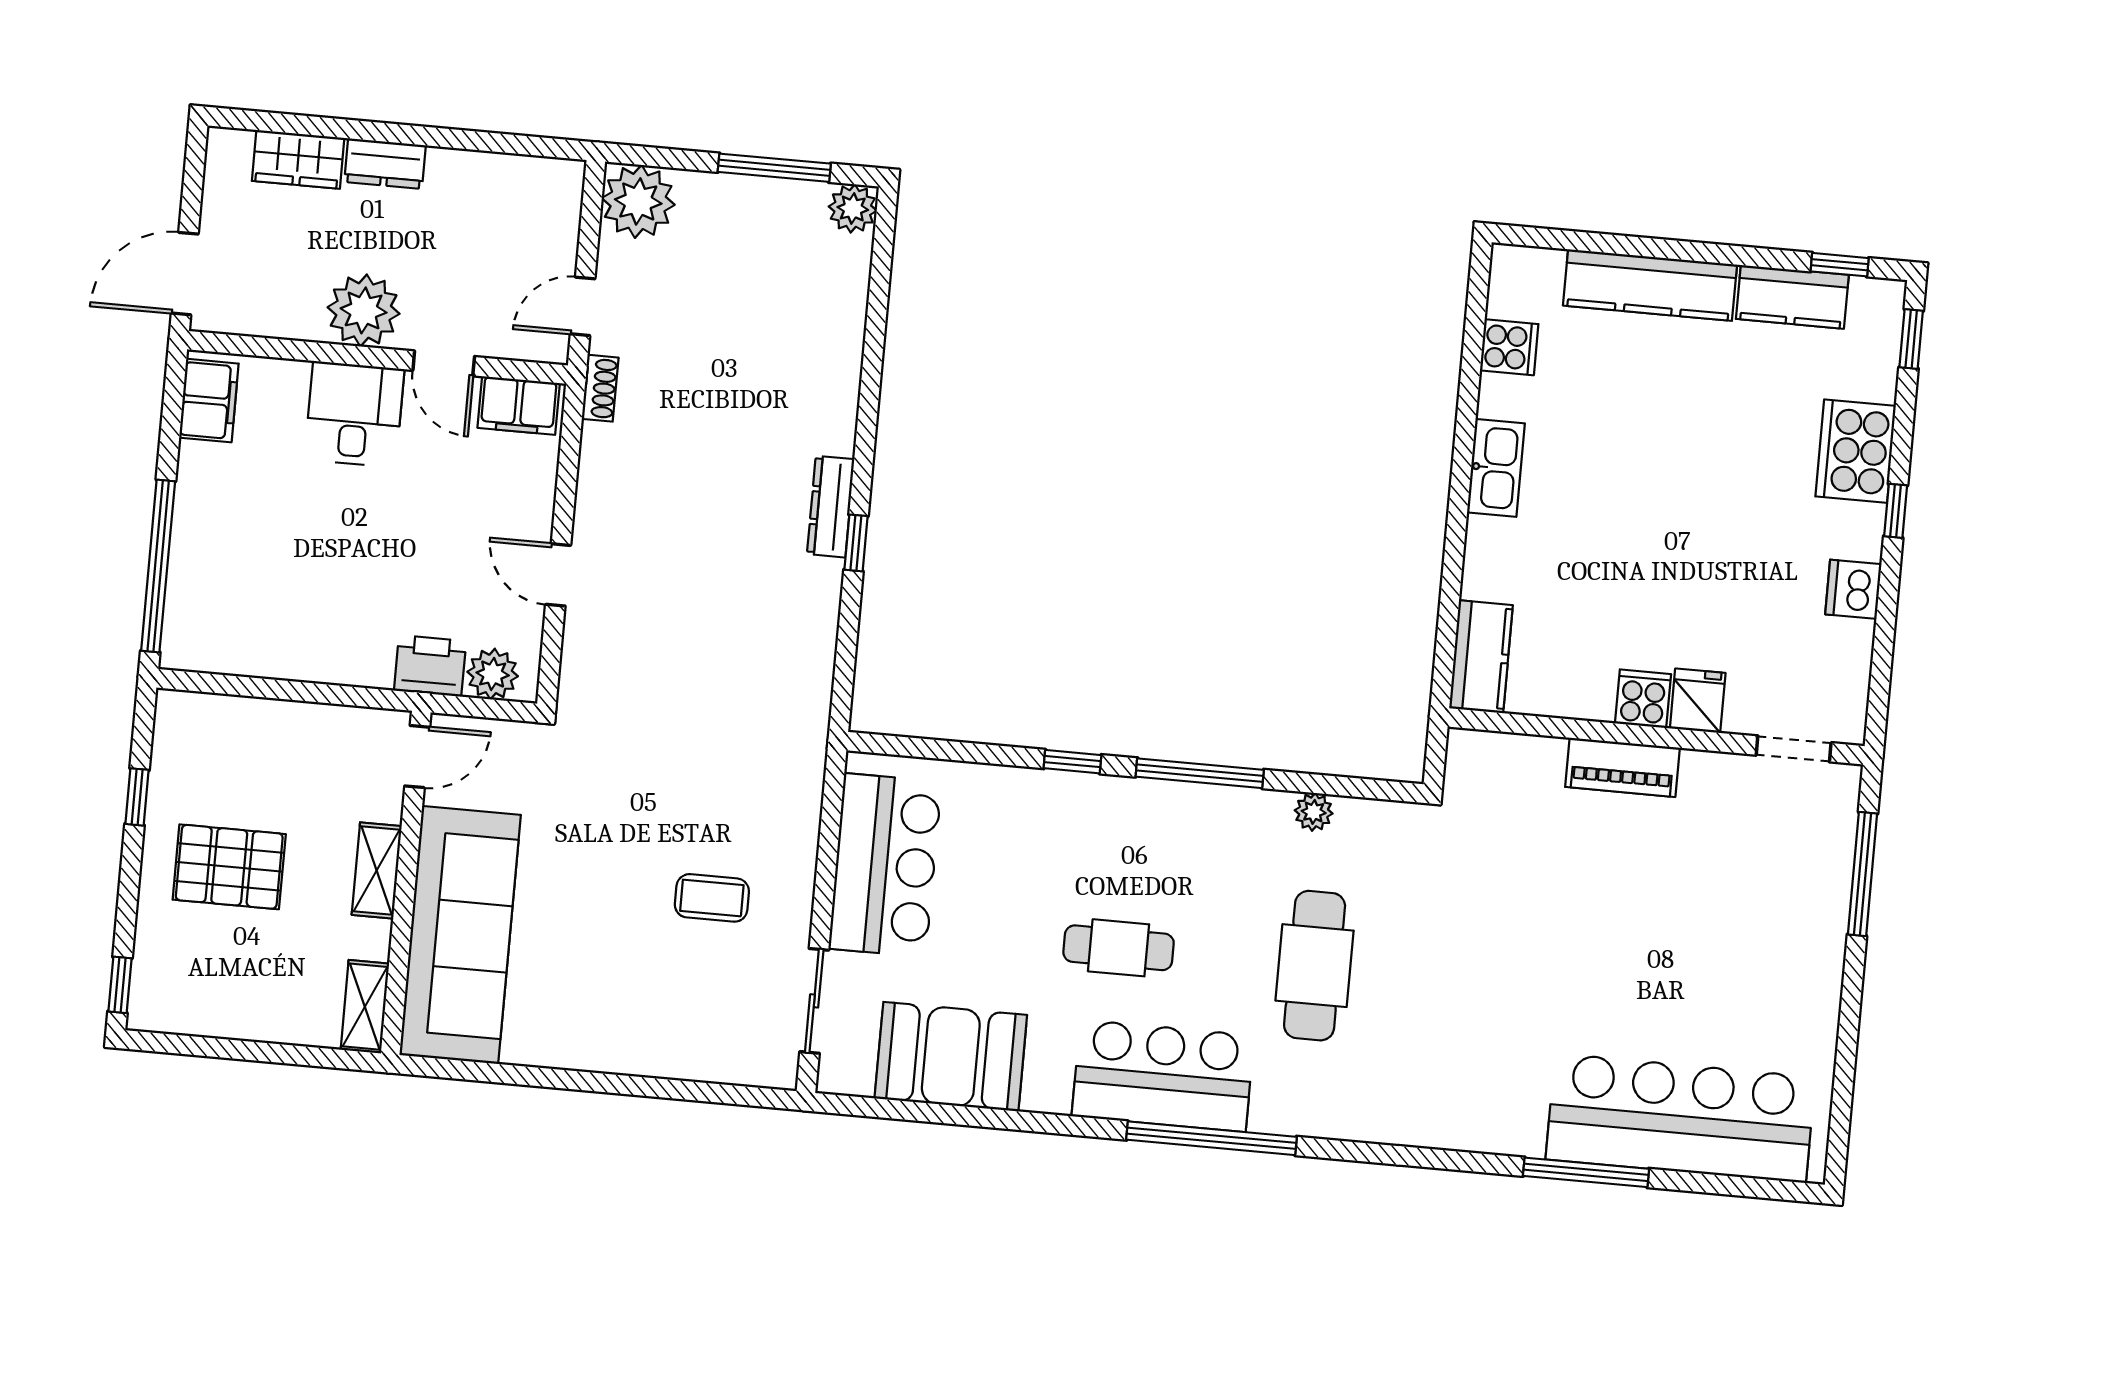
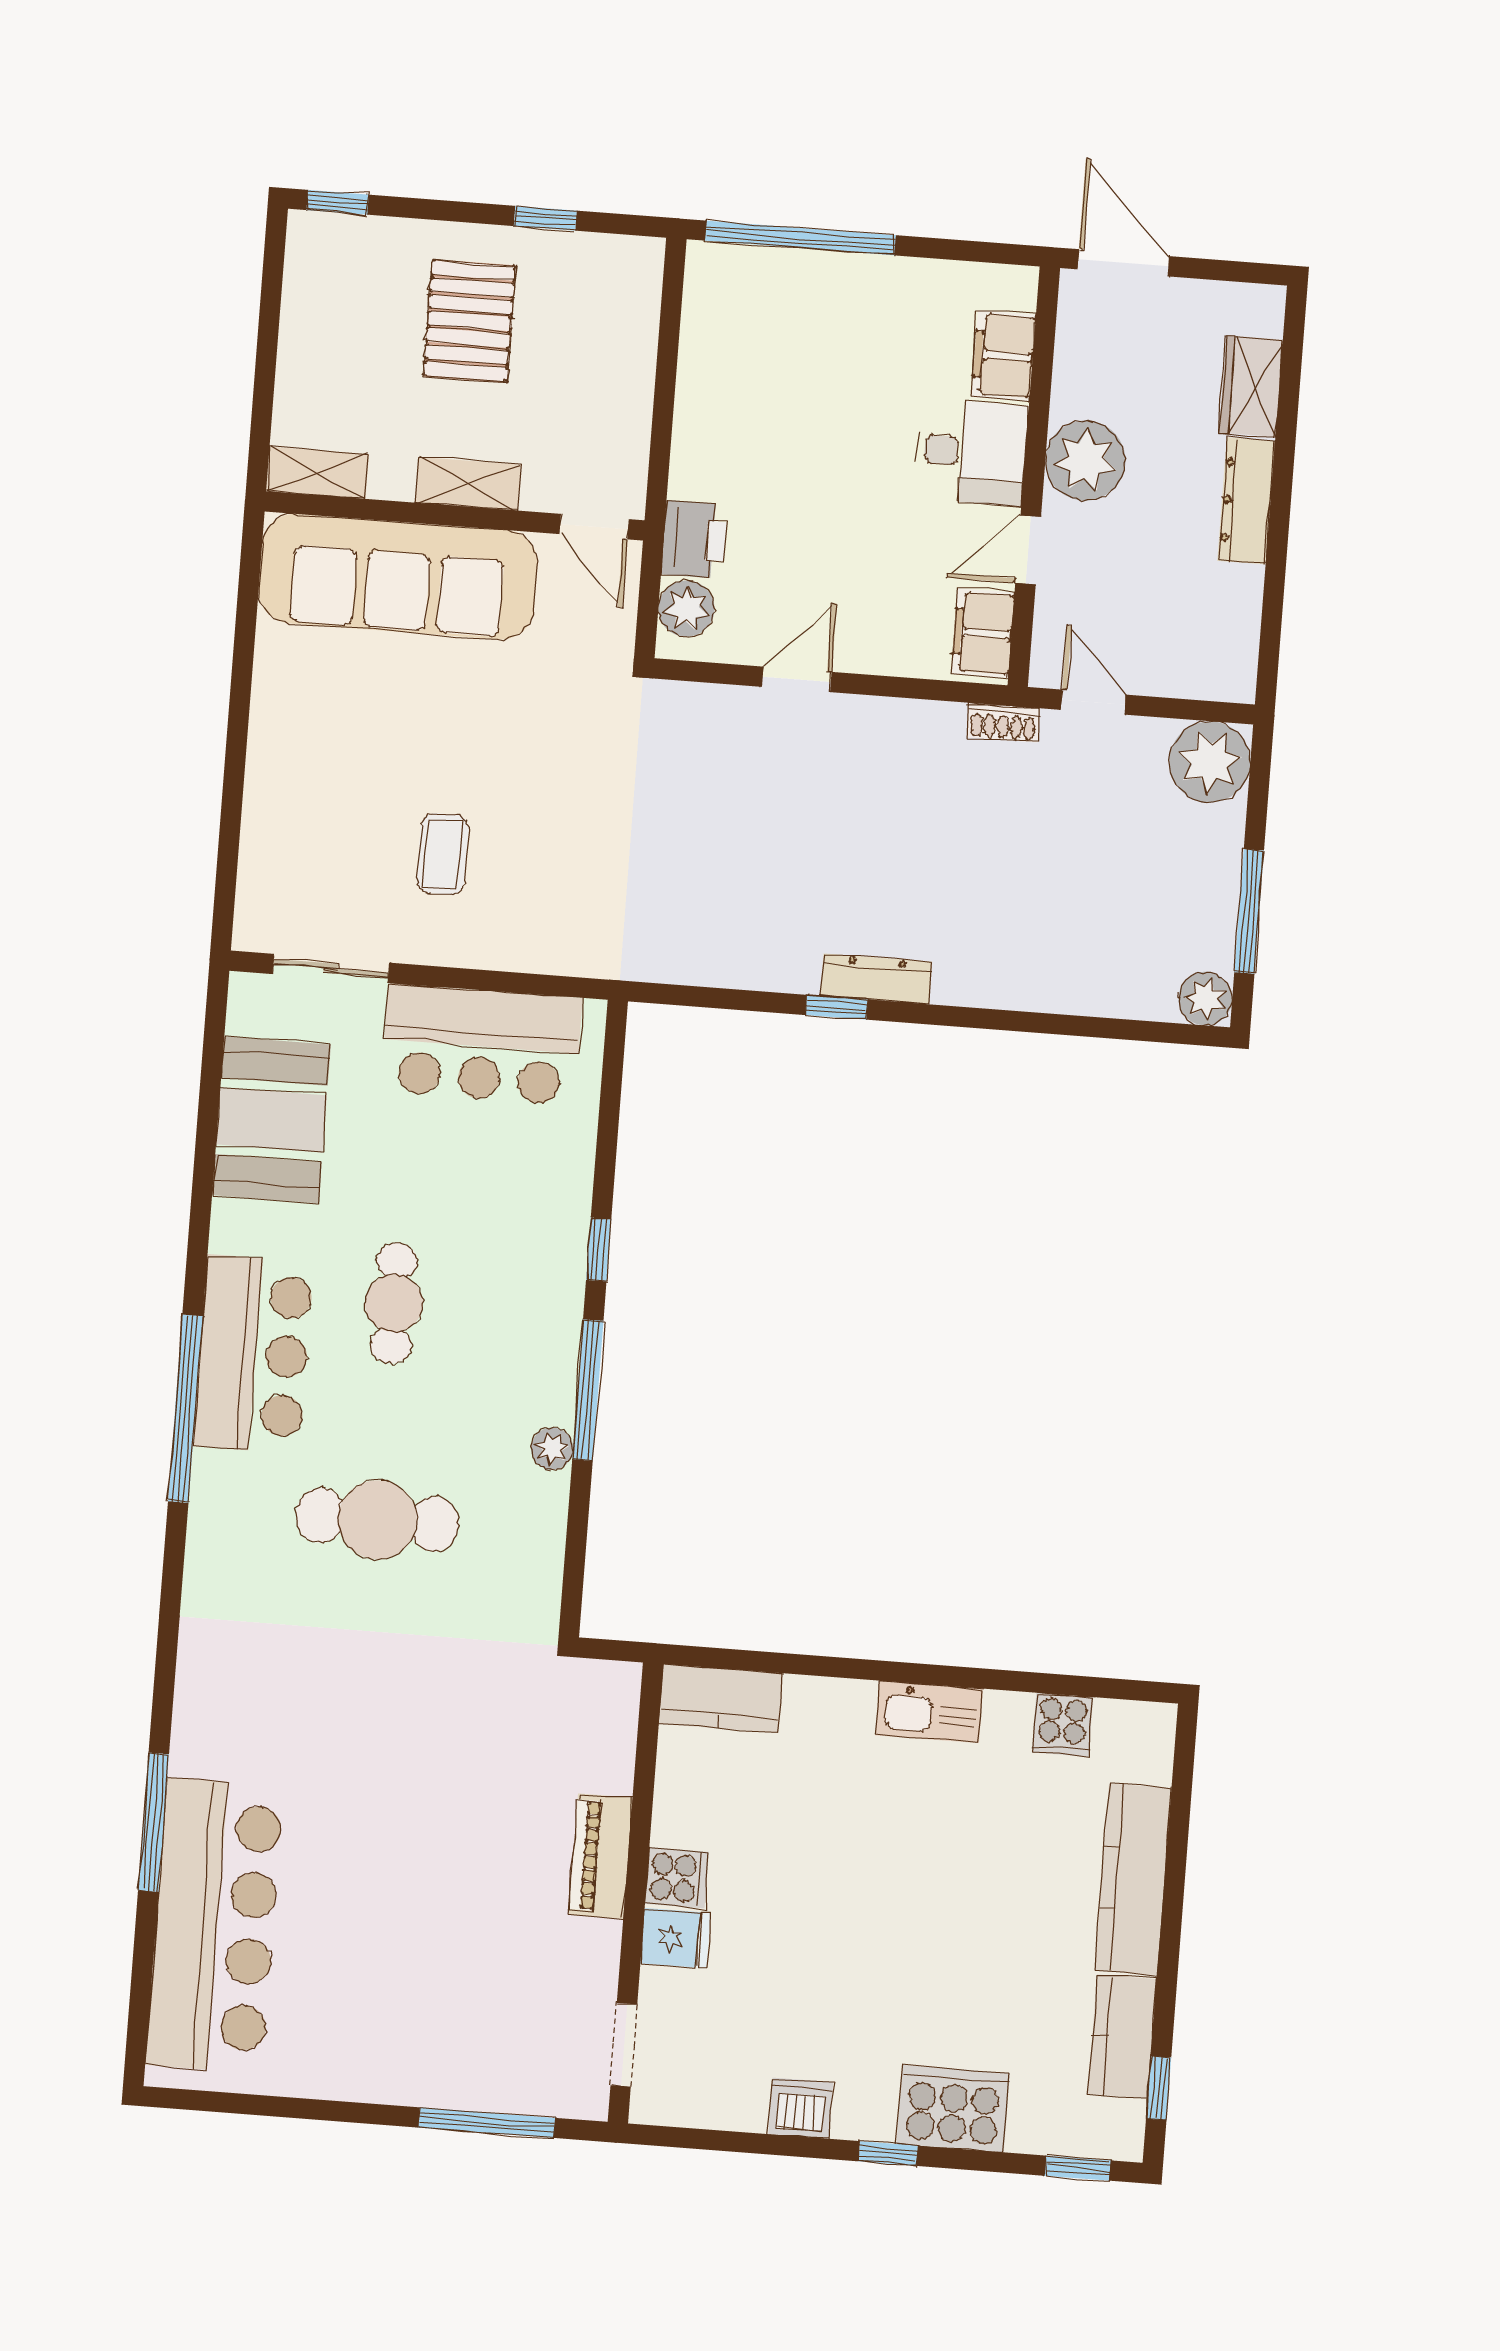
dresser: (385, 164) -> (1246, 501), width x1.44
filing cabinet: (209, 401) -> (1004, 356), moved, turned 90
plant: (1314, 812) -> (552, 1449), moved

